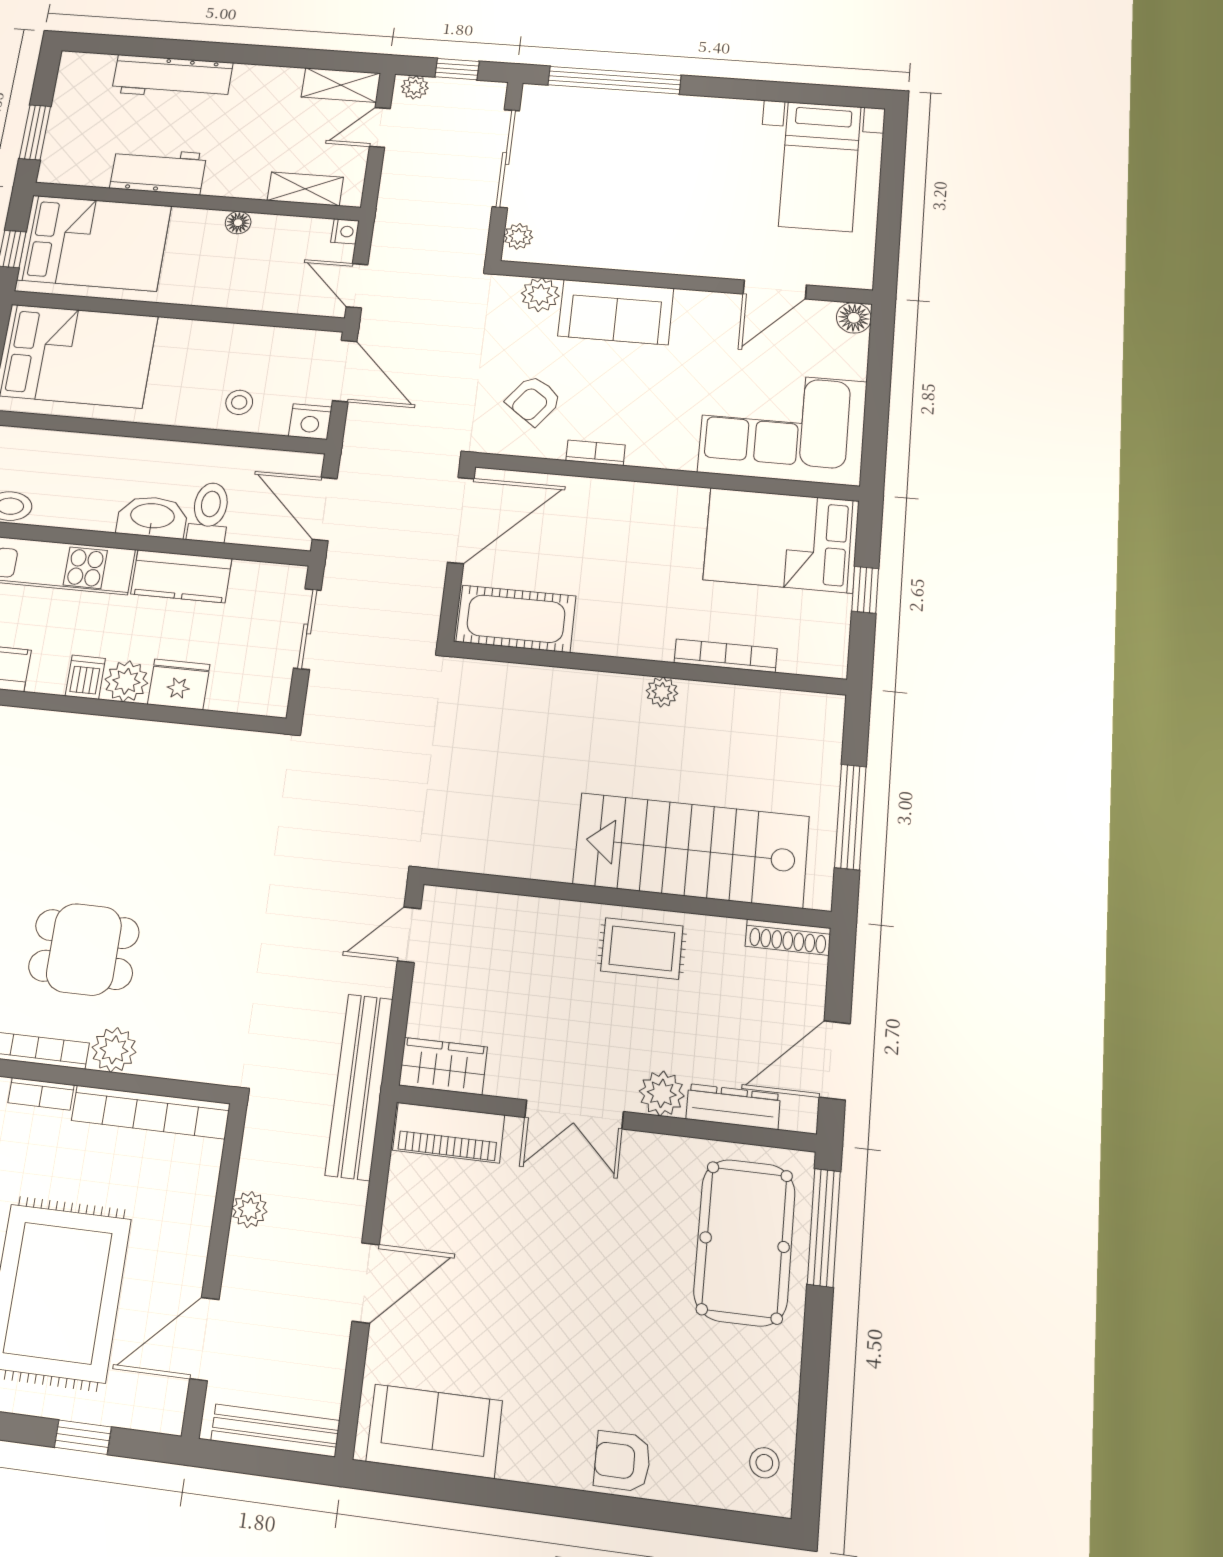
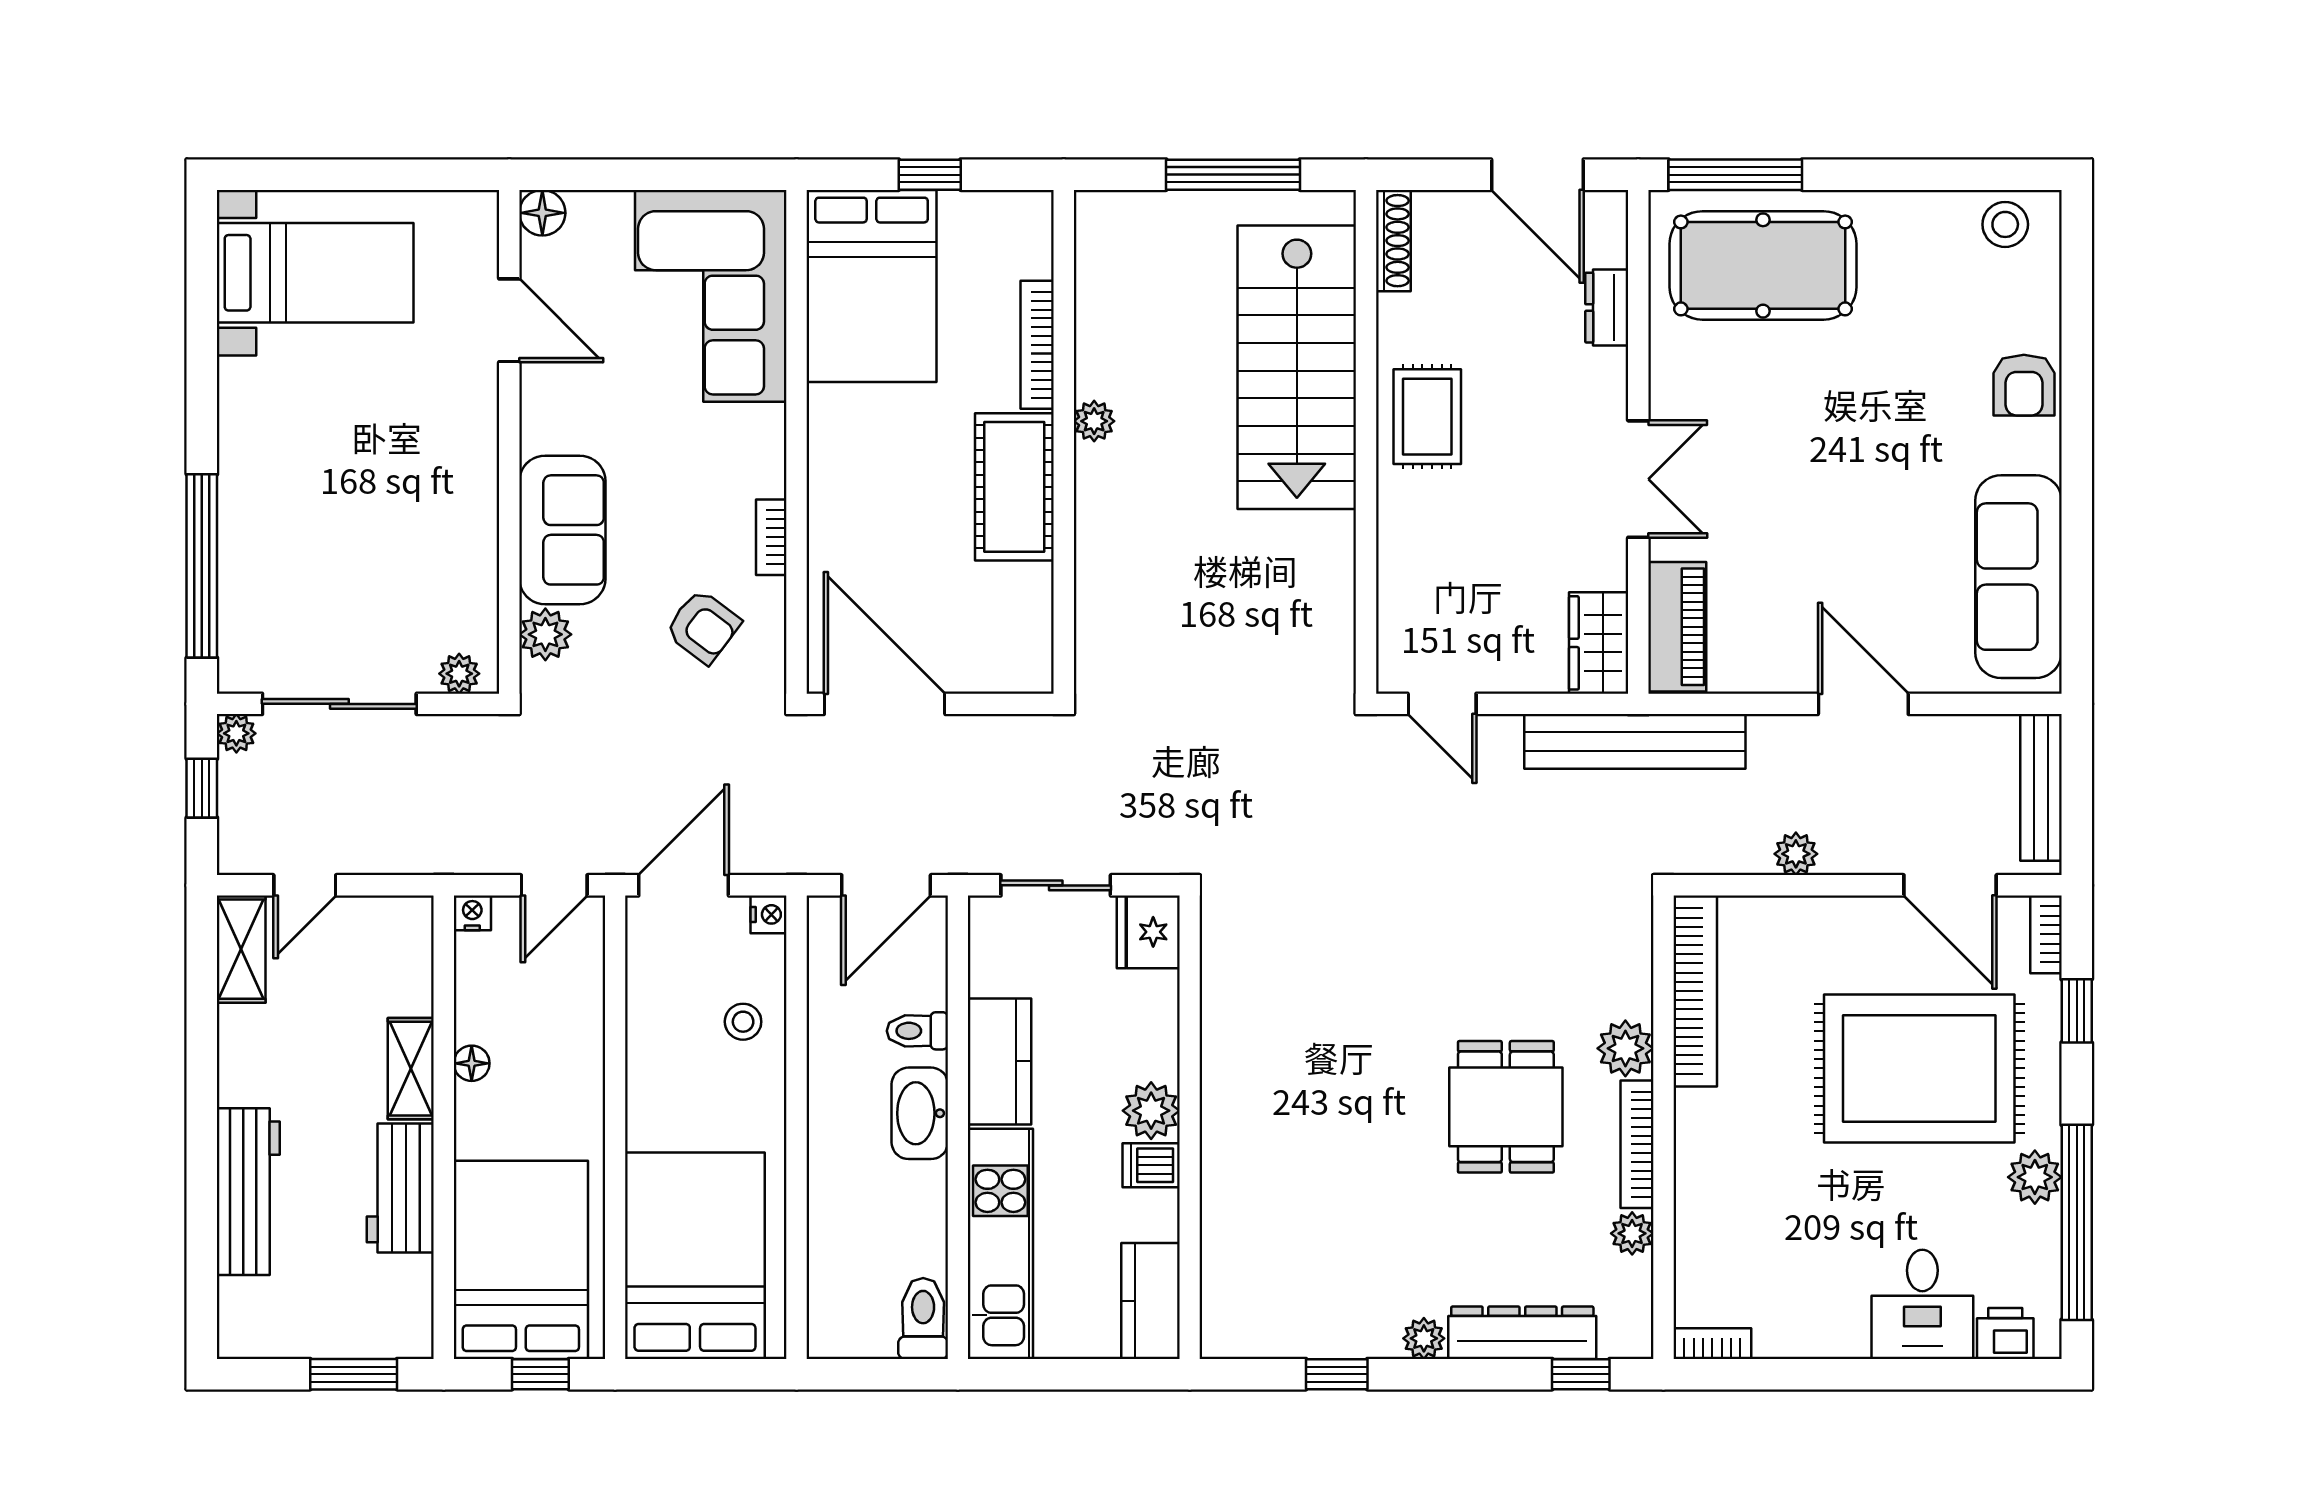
plant: (415, 87) -> (236, 733), moved
door: (380, 127) -> (305, 885), hinge flipped
shelving: (305, 189) -> (411, 1069), moved
nightstand: (310, 422) -> (769, 914), width x0.72, depth x0.74
toilet: (210, 512) -> (917, 1031), width x0.73, depth x0.72
cot: (516, 619) -> (1014, 487), moved
fridge: (179, 684) -> (1148, 932), moved
plant: (662, 1093) -> (1601, 377), removed
bookcase: (41, 1094) -> (2046, 934), moved, turned 180
dresser: (733, 1107) -> (1607, 308), width x0.70
sofa: (434, 1431) -> (2018, 577), width x1.36
stool: (764, 1463) -> (2005, 224), width x1.37, depth x1.37

